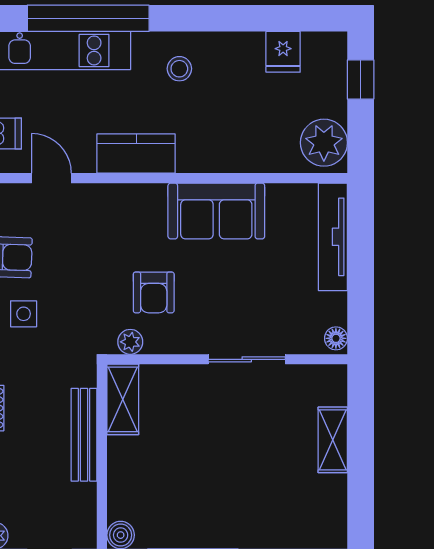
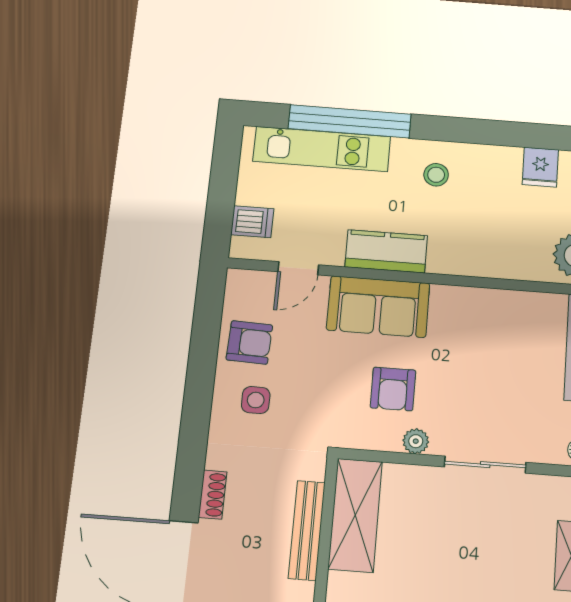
door: (51, 178) -> (298, 268), swing flipped
sofa: (216, 211) -> (378, 307), moved
plant: (130, 342) -> (416, 441), moved
shelving: (123, 399) -> (355, 515), width x1.50, depth x1.33

